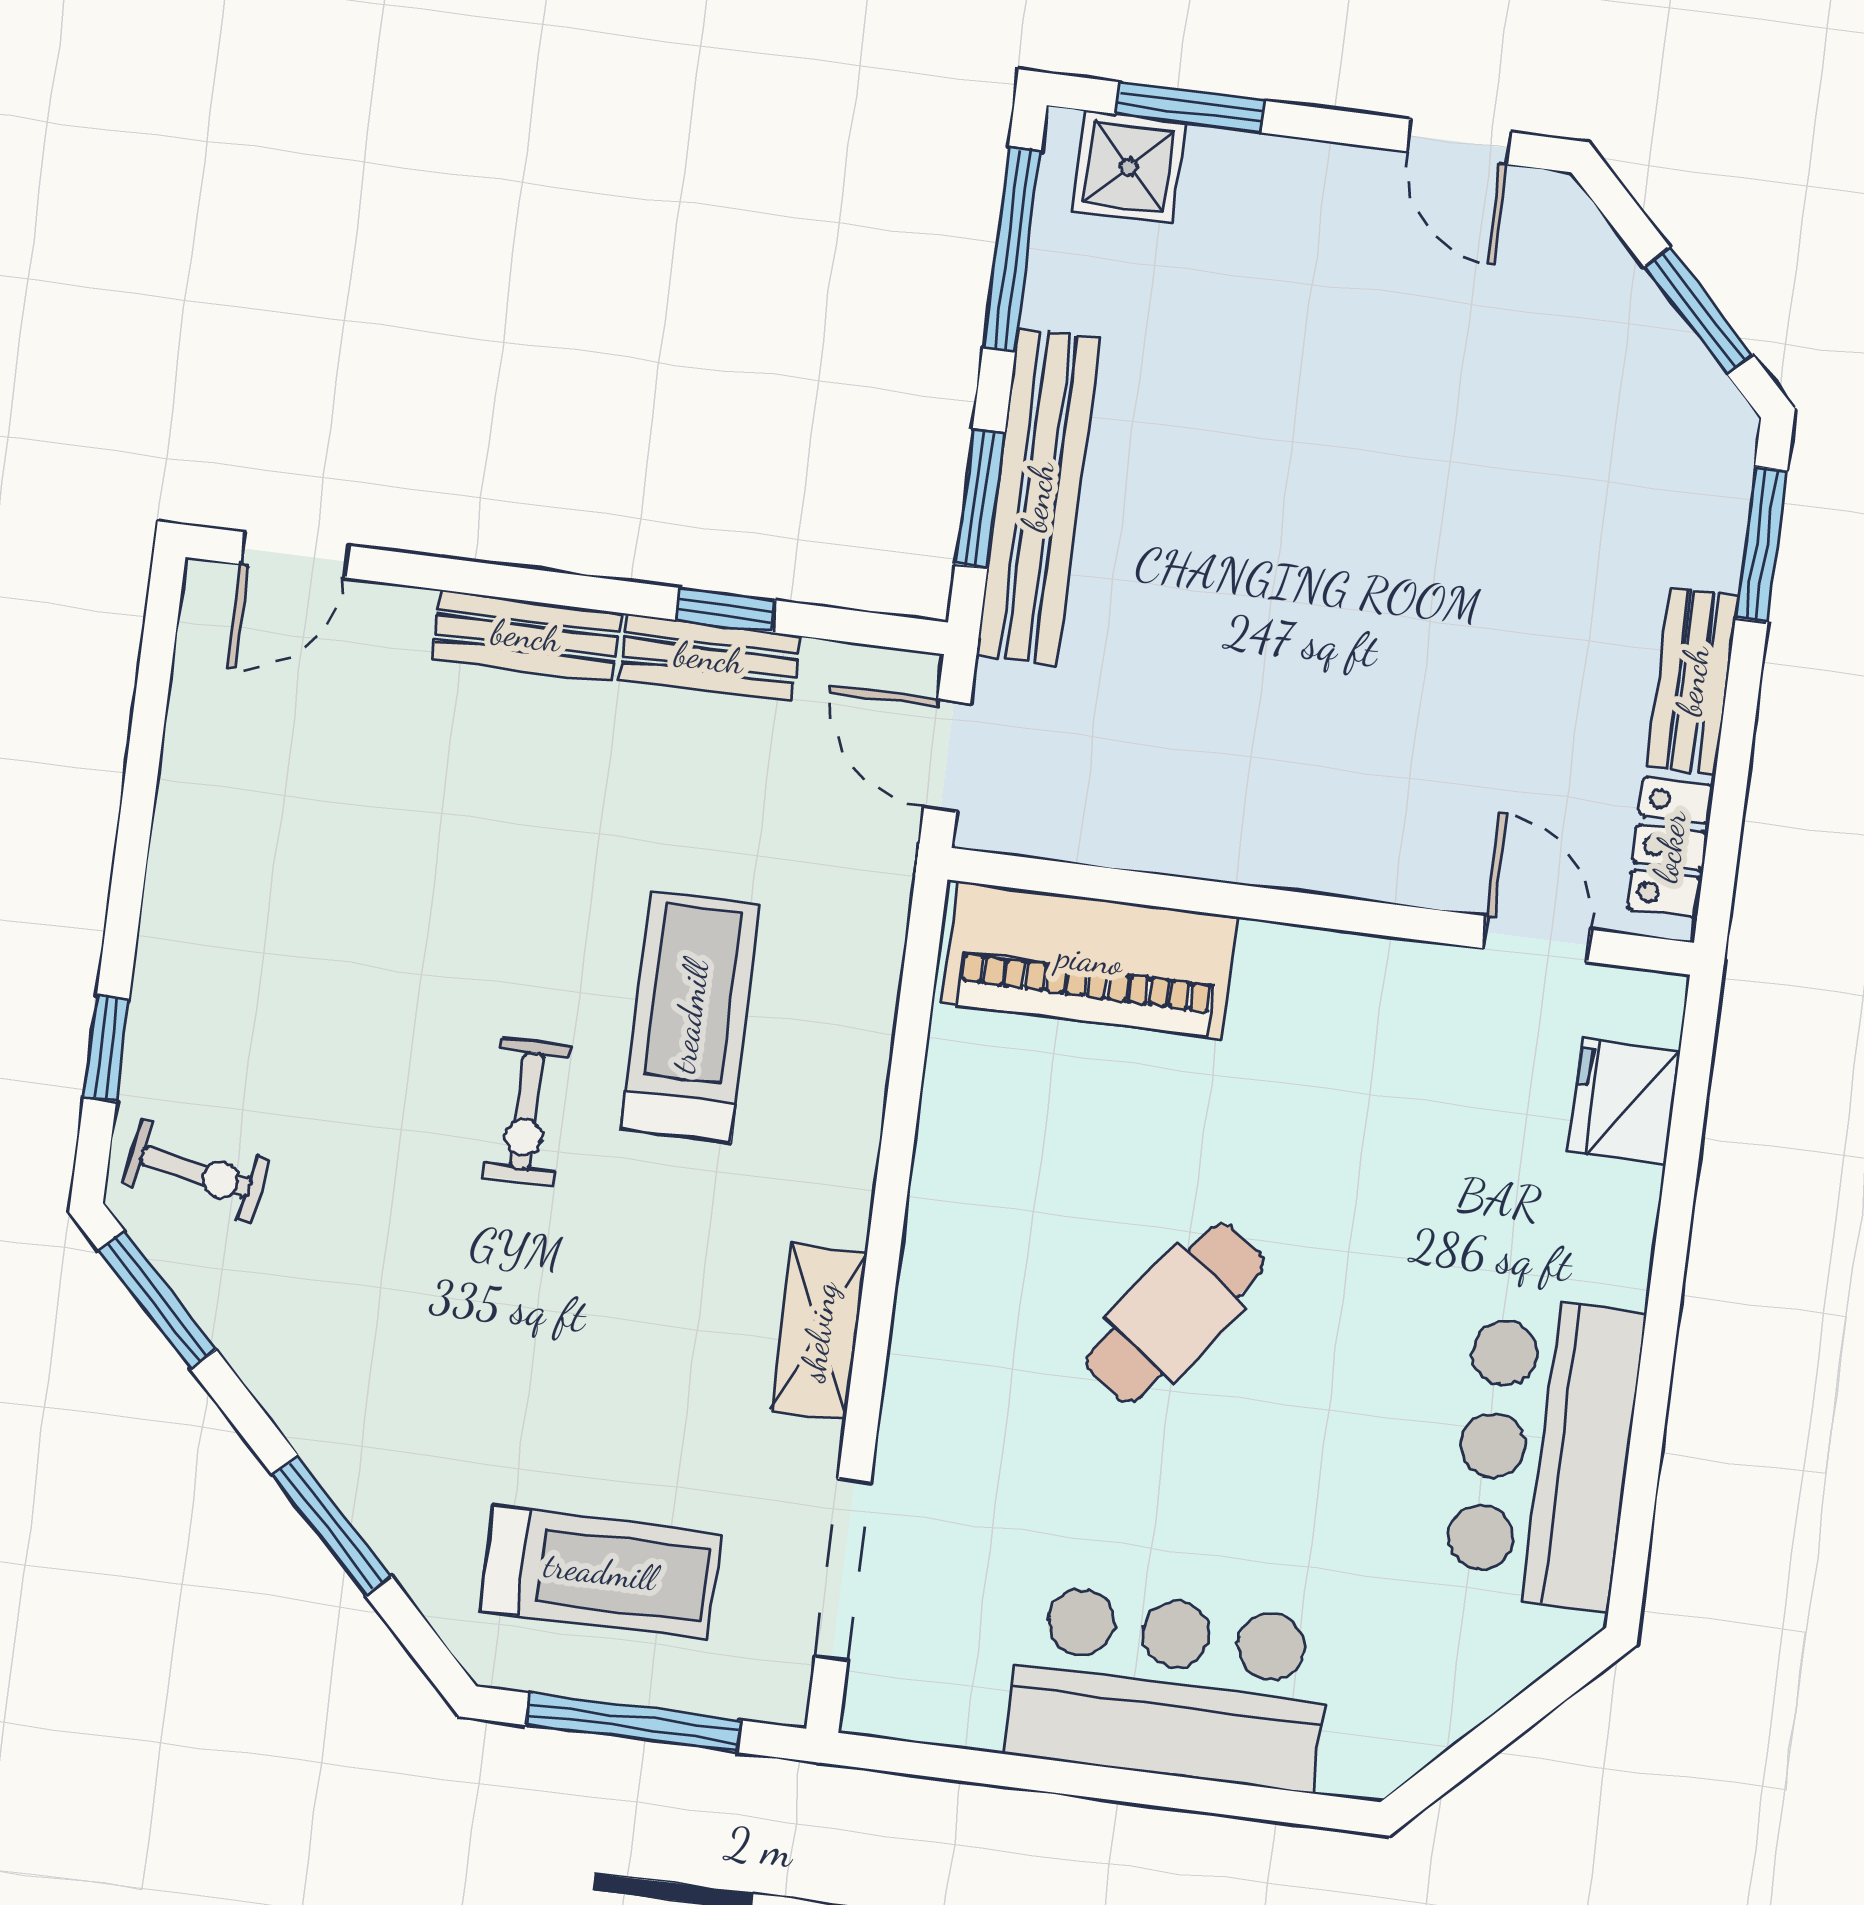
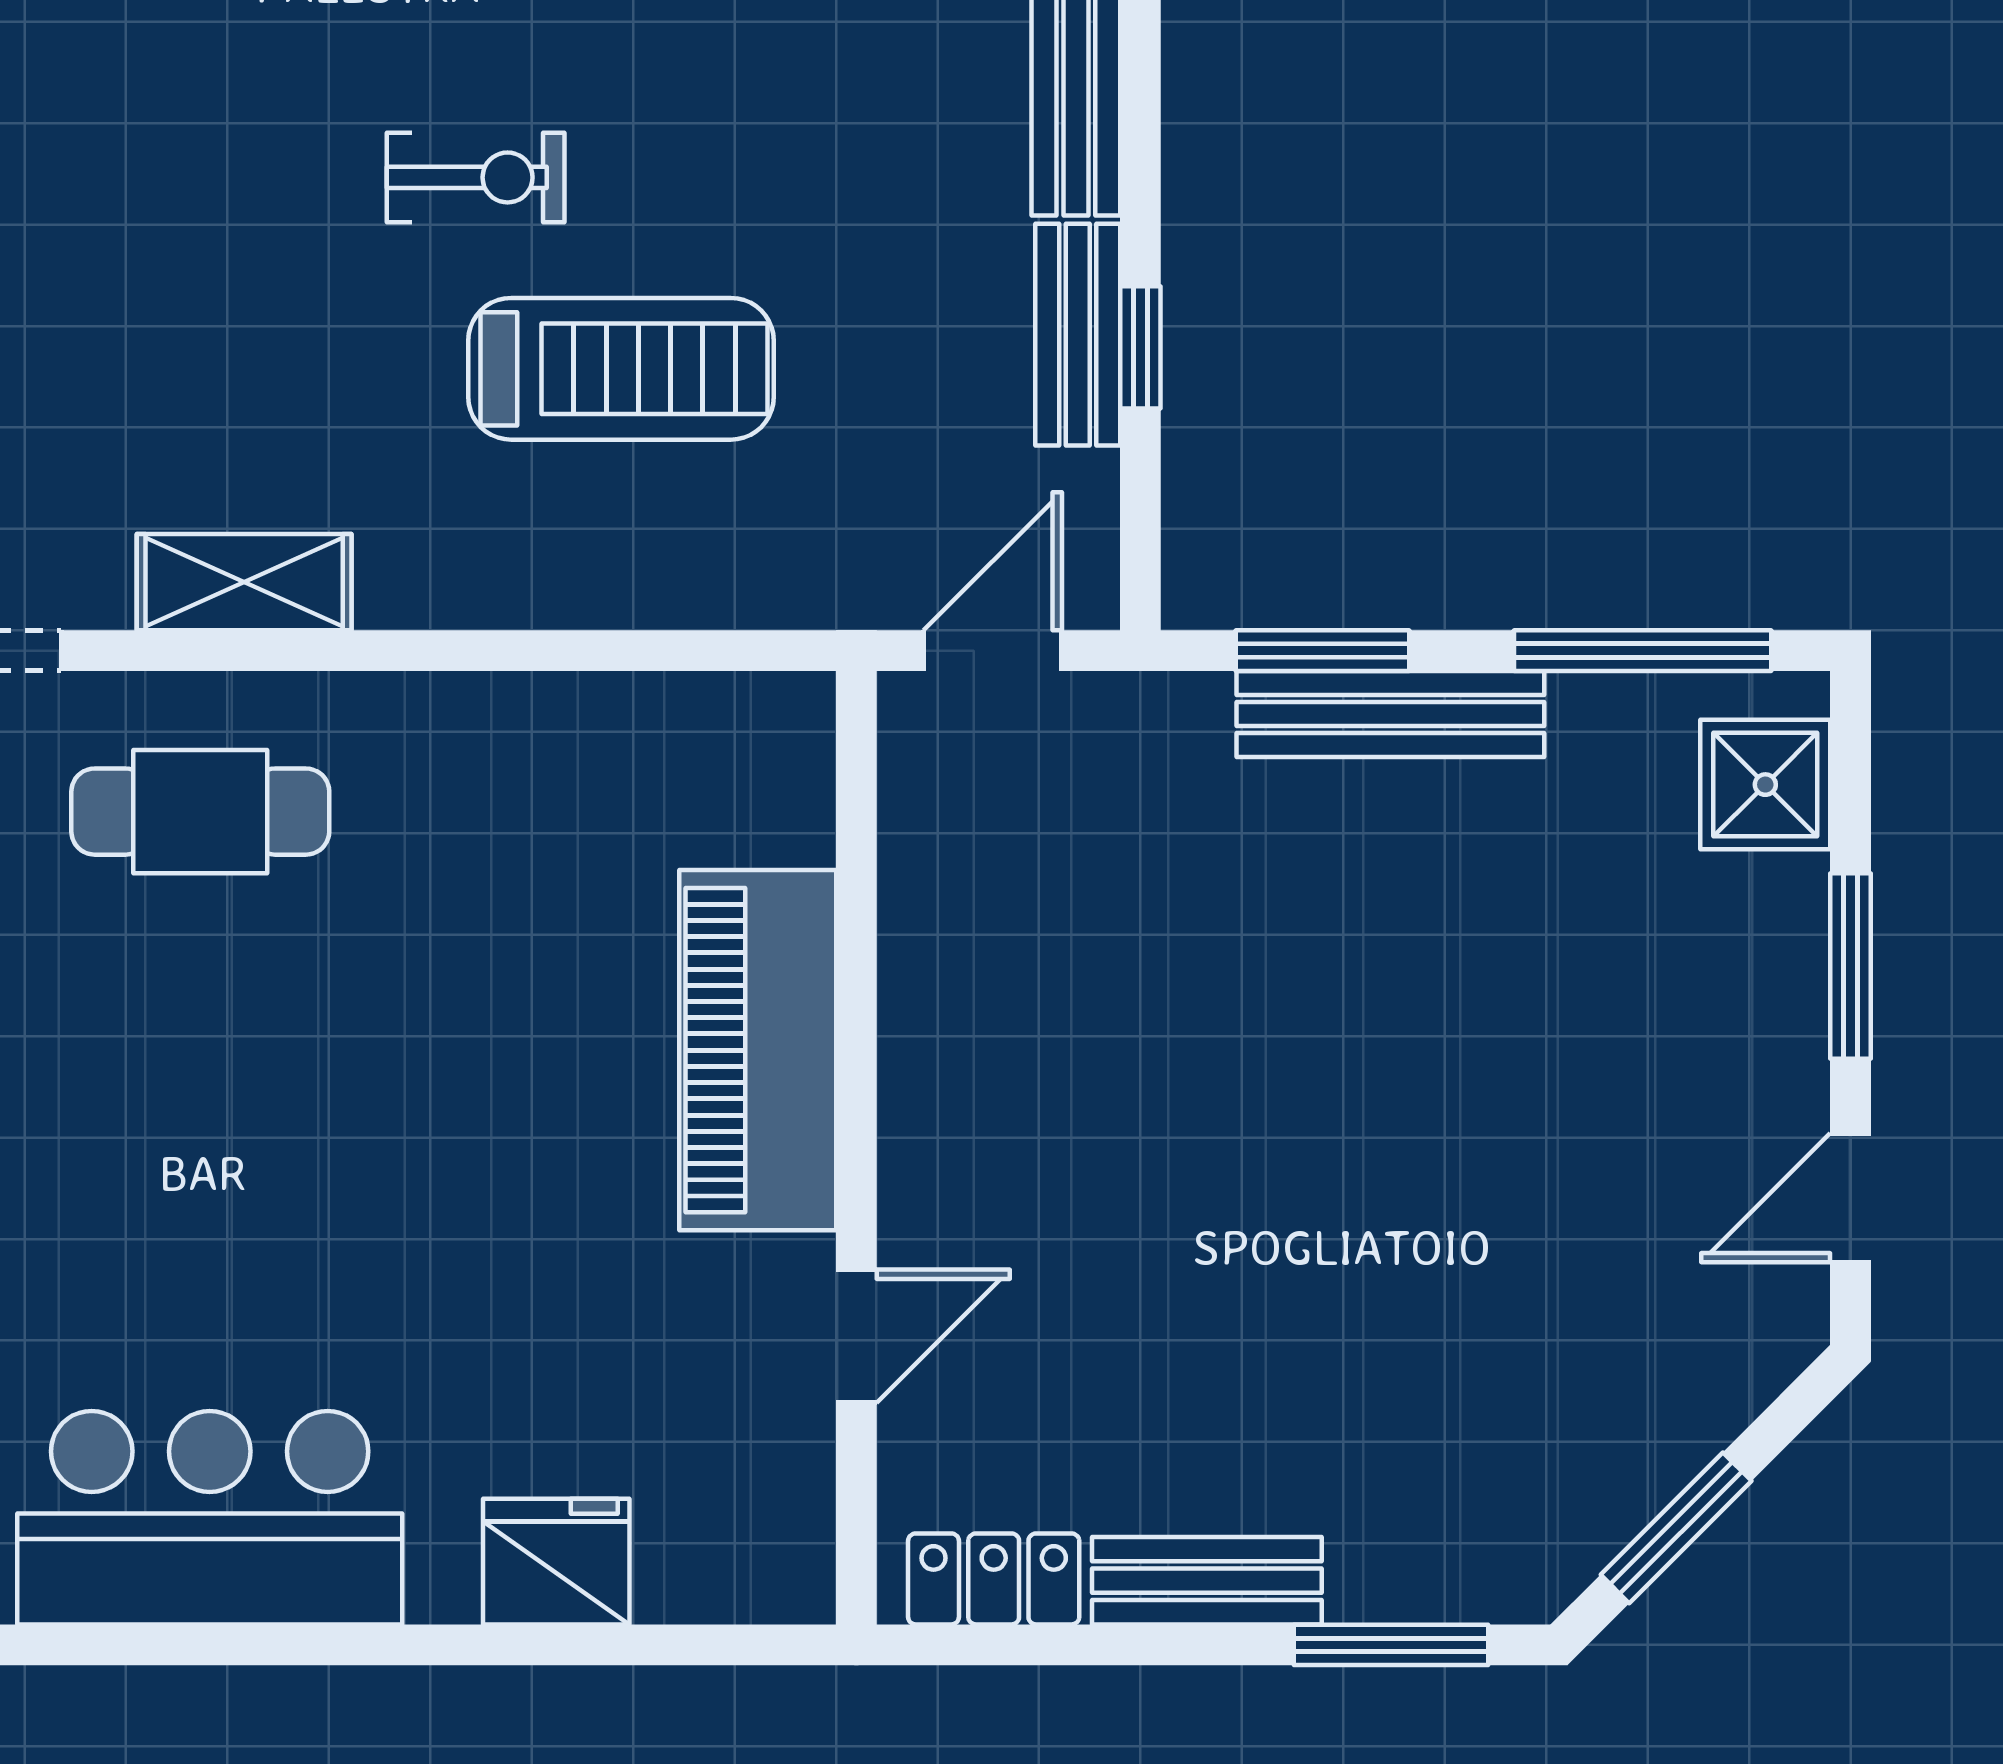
window: (1190, 107) -> (1851, 966), moved
bench: (1038, 497) -> (1390, 714), width x0.73, depth x0.82
door: (1537, 939) -> (856, 1336), moved
piano: (1090, 960) -> (758, 1050), moved
fridge: (1624, 1102) -> (556, 1562), moved
exercise bike: (527, 1111) -> (476, 177), turned 180
cafe table: (1175, 1313) -> (200, 812), moved, turned -37

